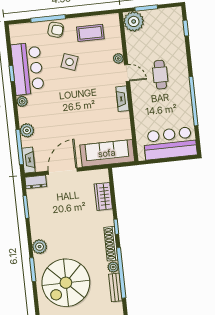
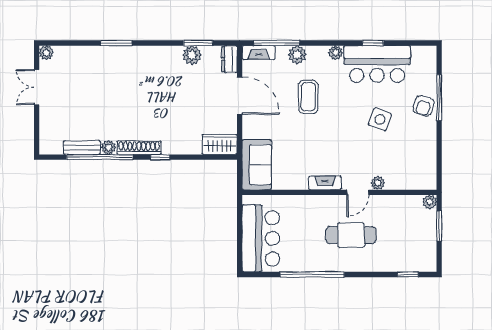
plant: (134, 21) -> (430, 202), width x0.53, depth x0.53
coffee table: (90, 33) -> (308, 97), moved
cafe table: (160, 75) -> (351, 235), width x1.37, depth x1.35
sofa: (107, 153) -> (257, 165), width x0.73
wardrobe: (103, 196) -> (220, 144), moved
plant: (40, 247) -> (192, 55), moved
spiral stairs: (66, 283) -> (95, 84), removed

